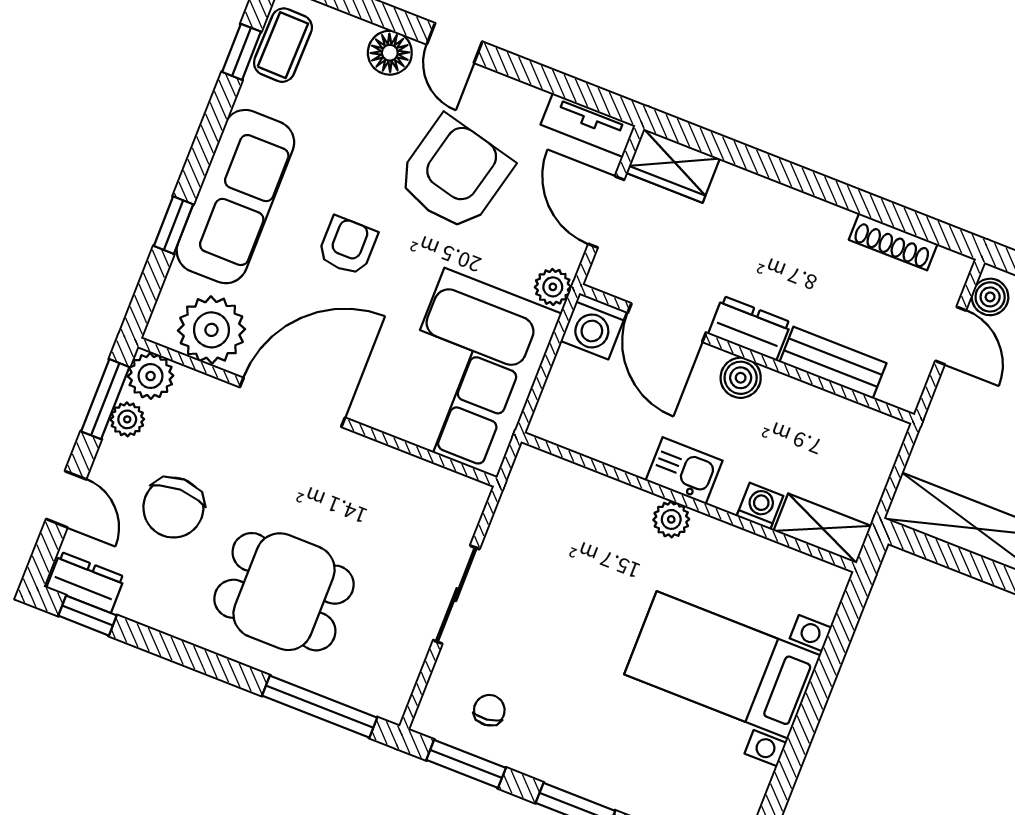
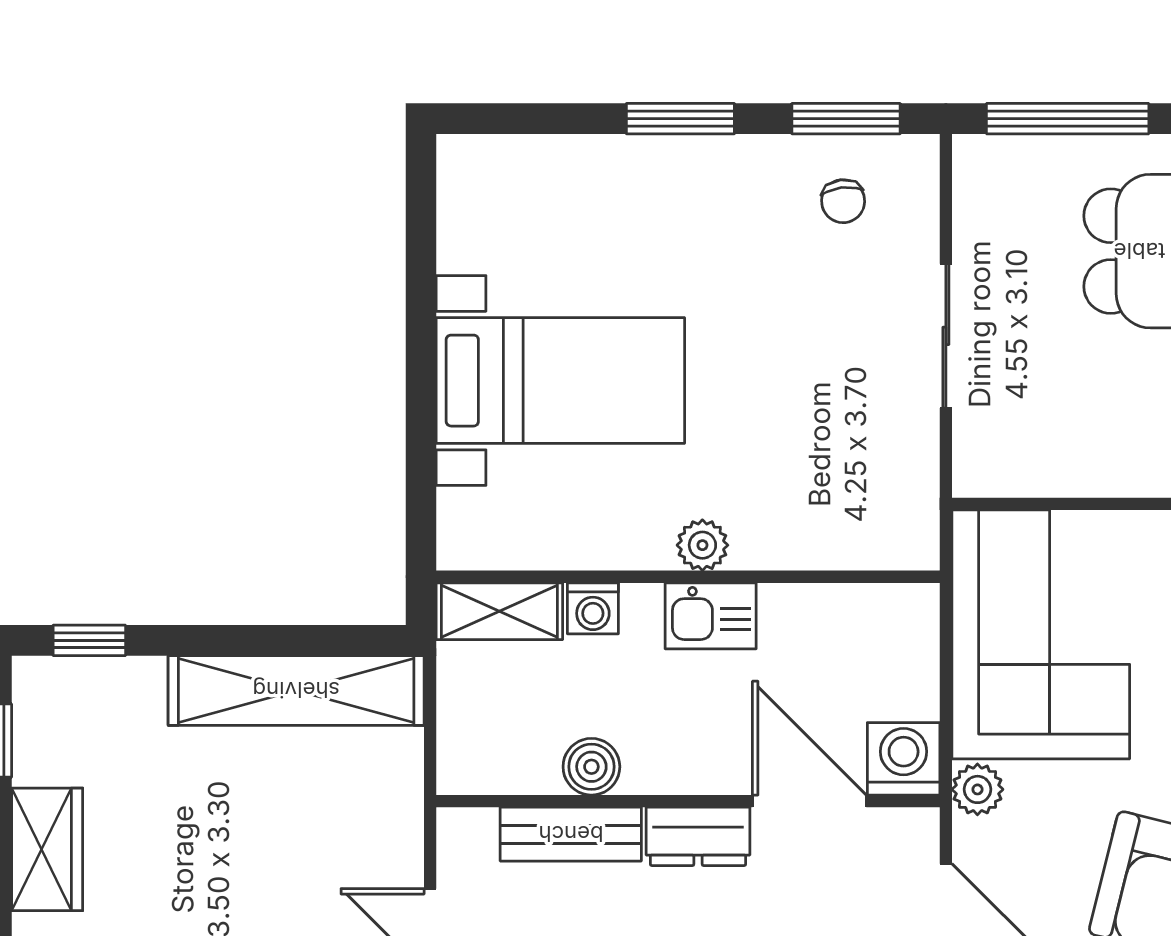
boiler: (741, 378) -> (591, 767), moved

